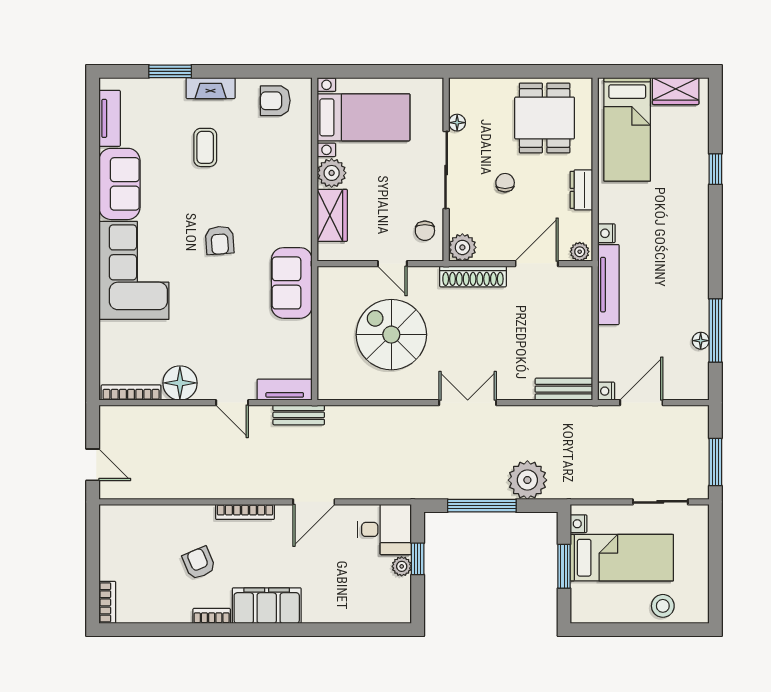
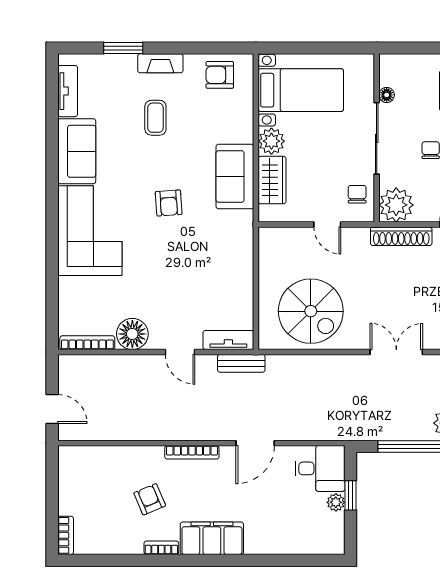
chair: (425, 231) -> (357, 194), turned 180
plant: (462, 247) -> (396, 205), width x1.36, depth x1.36
sofa: (292, 283) -> (235, 177), moved
spiral stairs: (391, 335) -> (311, 311), moved, turned 180

